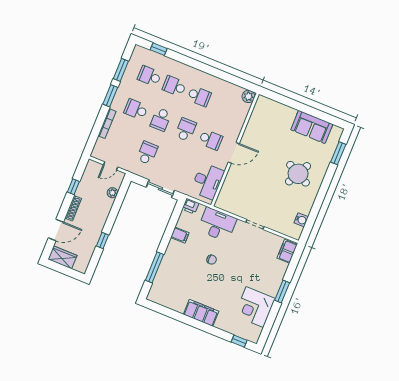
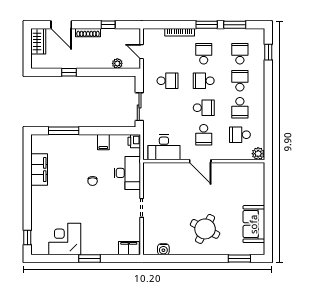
school desk: (224, 106) -> (240, 135), added
filing cabinet: (201, 313) -> (39, 170), moved

